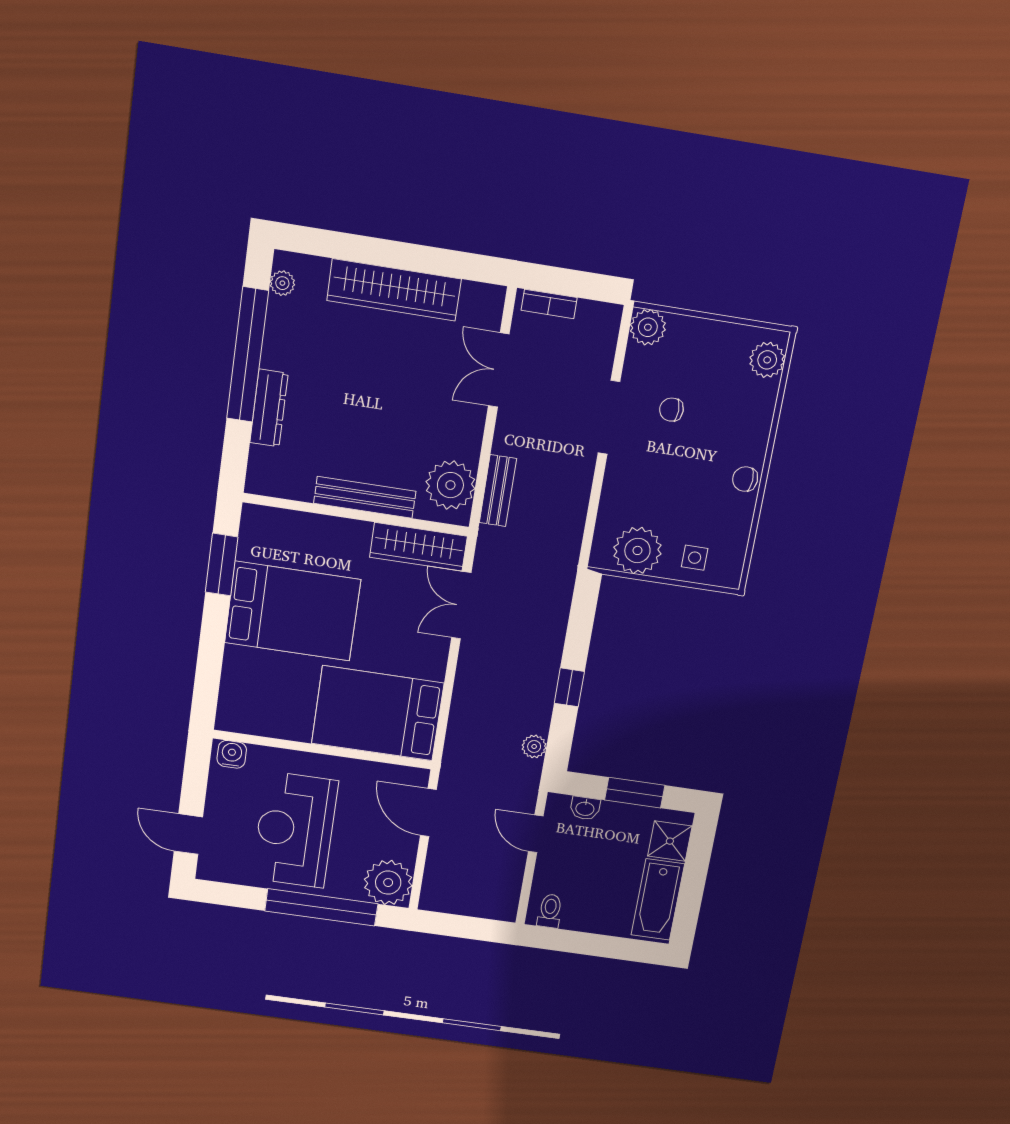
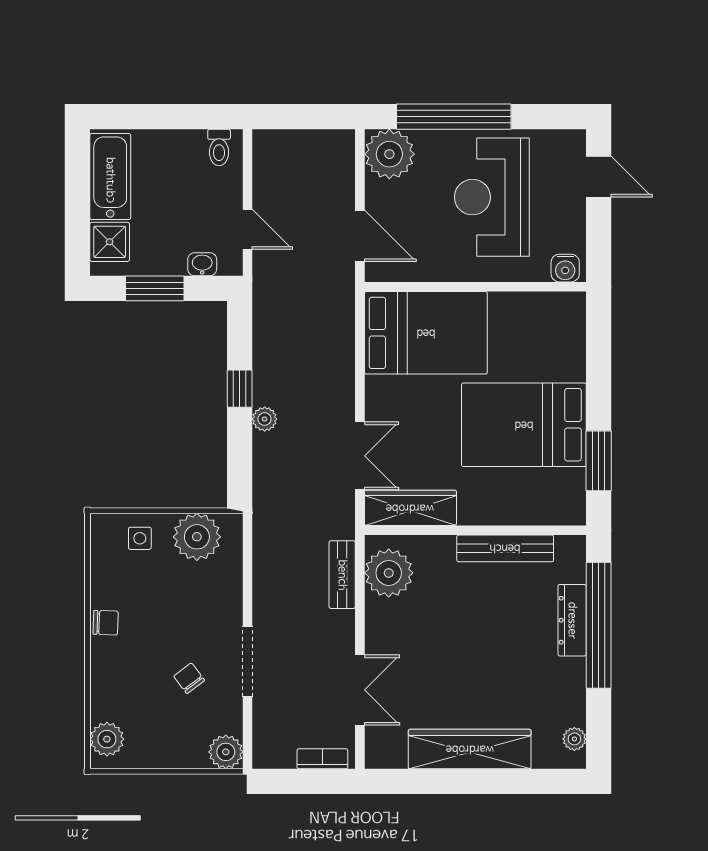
window: (248, 355) -> (599, 625), moved
chair: (671, 410) -> (189, 678), turned -127
bench: (365, 497) -> (505, 548), moved
plant: (534, 746) -> (265, 419), moved
reception desk: (295, 830) -> (492, 197), turned 180

